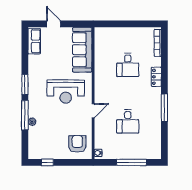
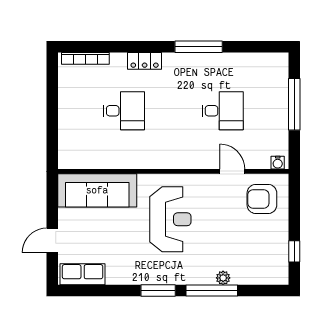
door: (93, 111) -> (232, 171), moved

